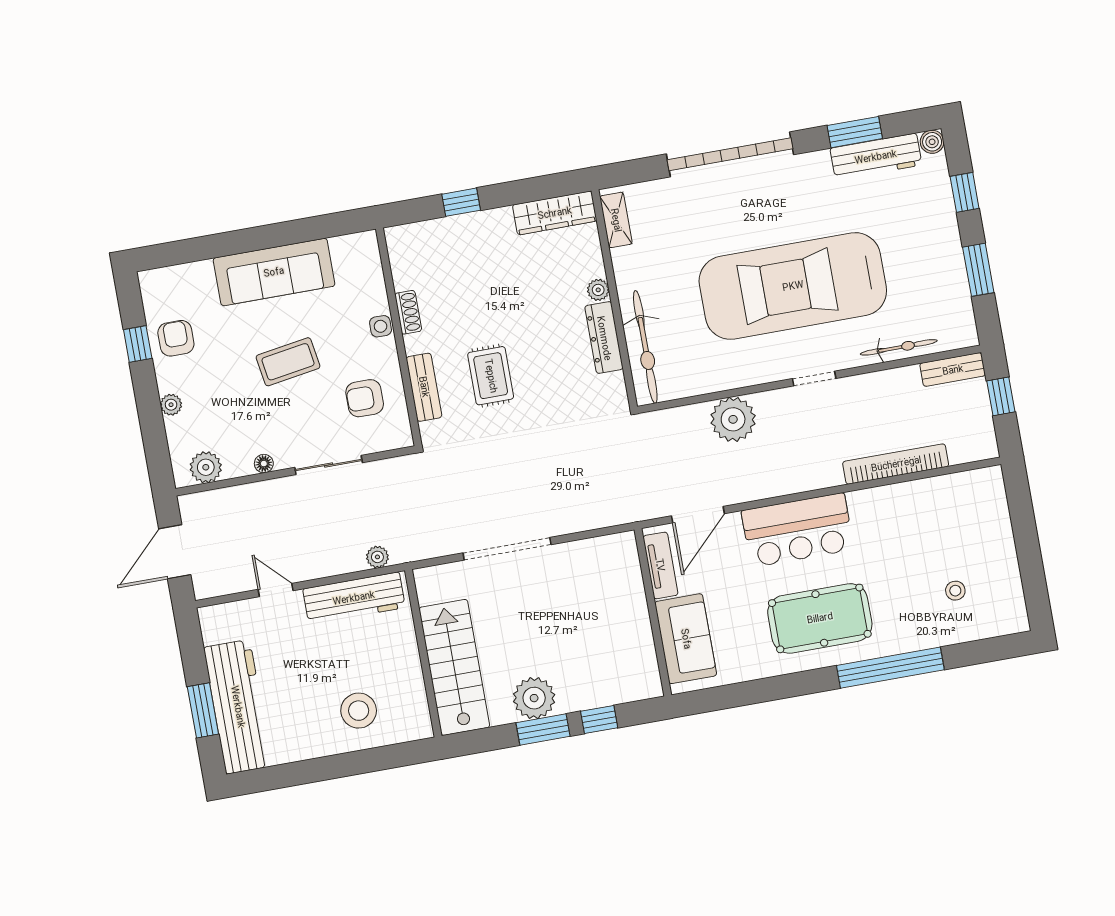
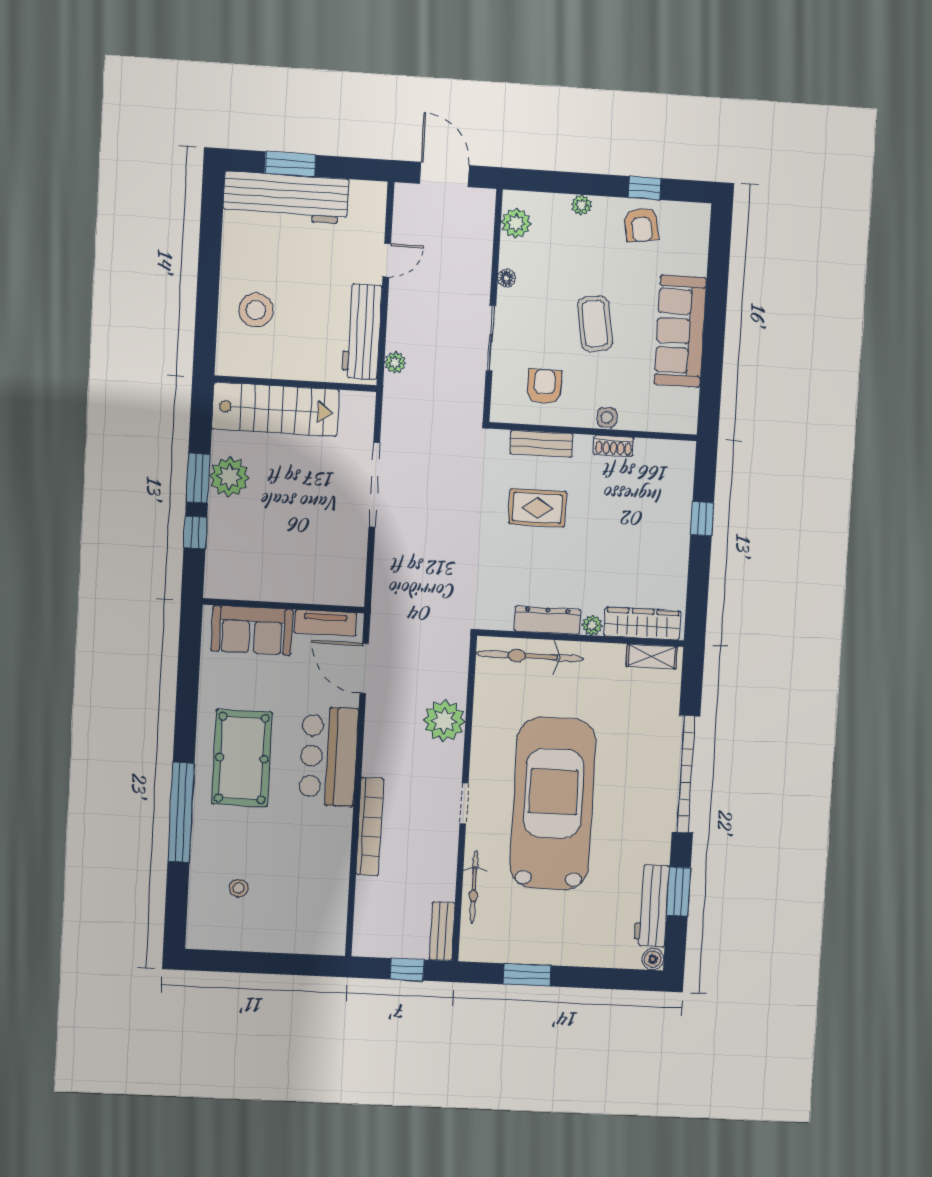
window: (965, 192) -> (600, 978), removed
wardrobe: (555, 213) -> (642, 624), moved, turned 90
armchair: (176, 338) -> (641, 225), turned 81
bookcase: (896, 464) -> (370, 827), moved

